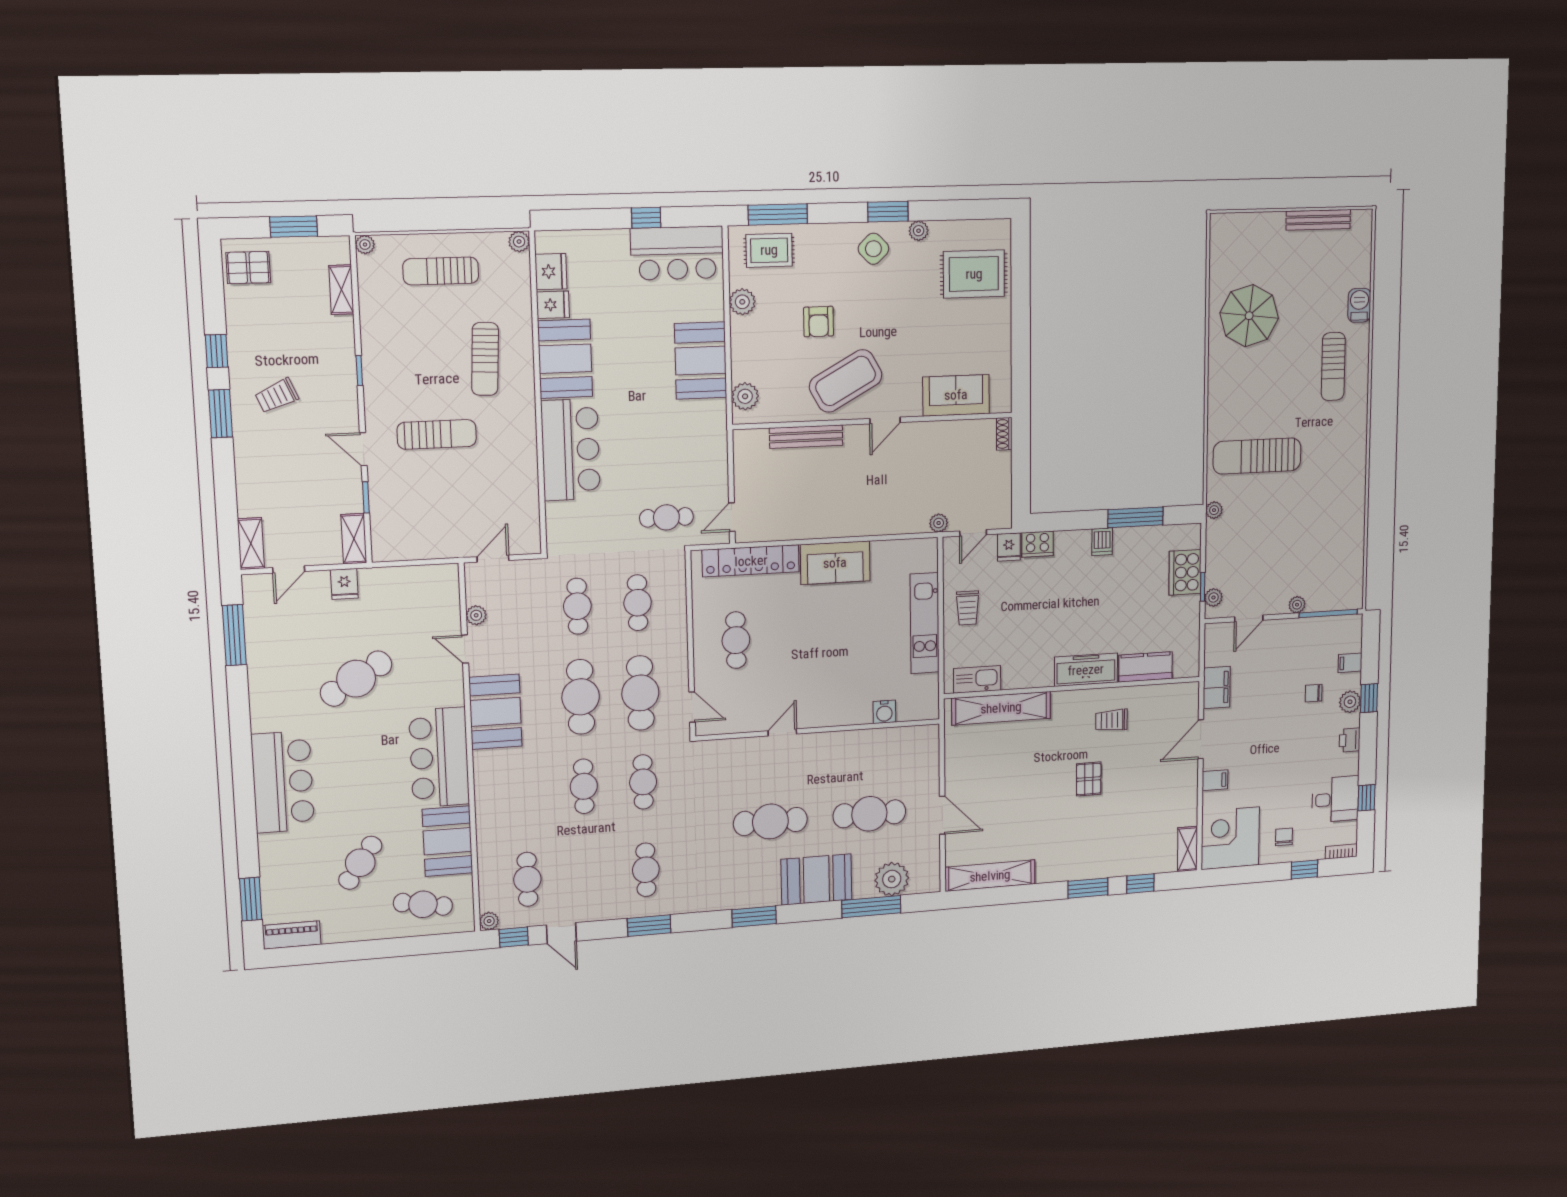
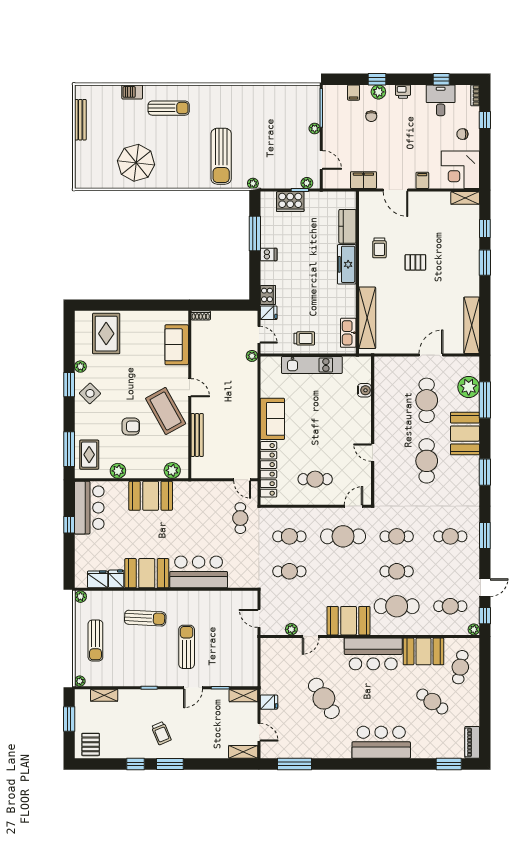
cafe table: (581, 697) -> (397, 606), moved

